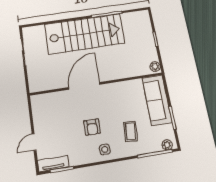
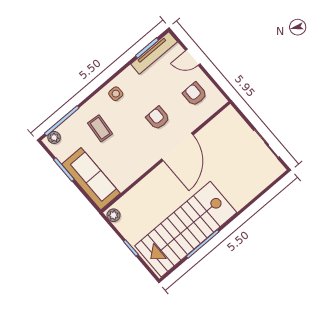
stairs: (85, 34) -> (186, 229), moved
armchair: (50, 115) -> (195, 94), added
armchair: (92, 127) -> (158, 118), moved
door: (34, 142) -> (193, 57), swing flipped
tv unit: (53, 164) -> (154, 53), width x1.41

